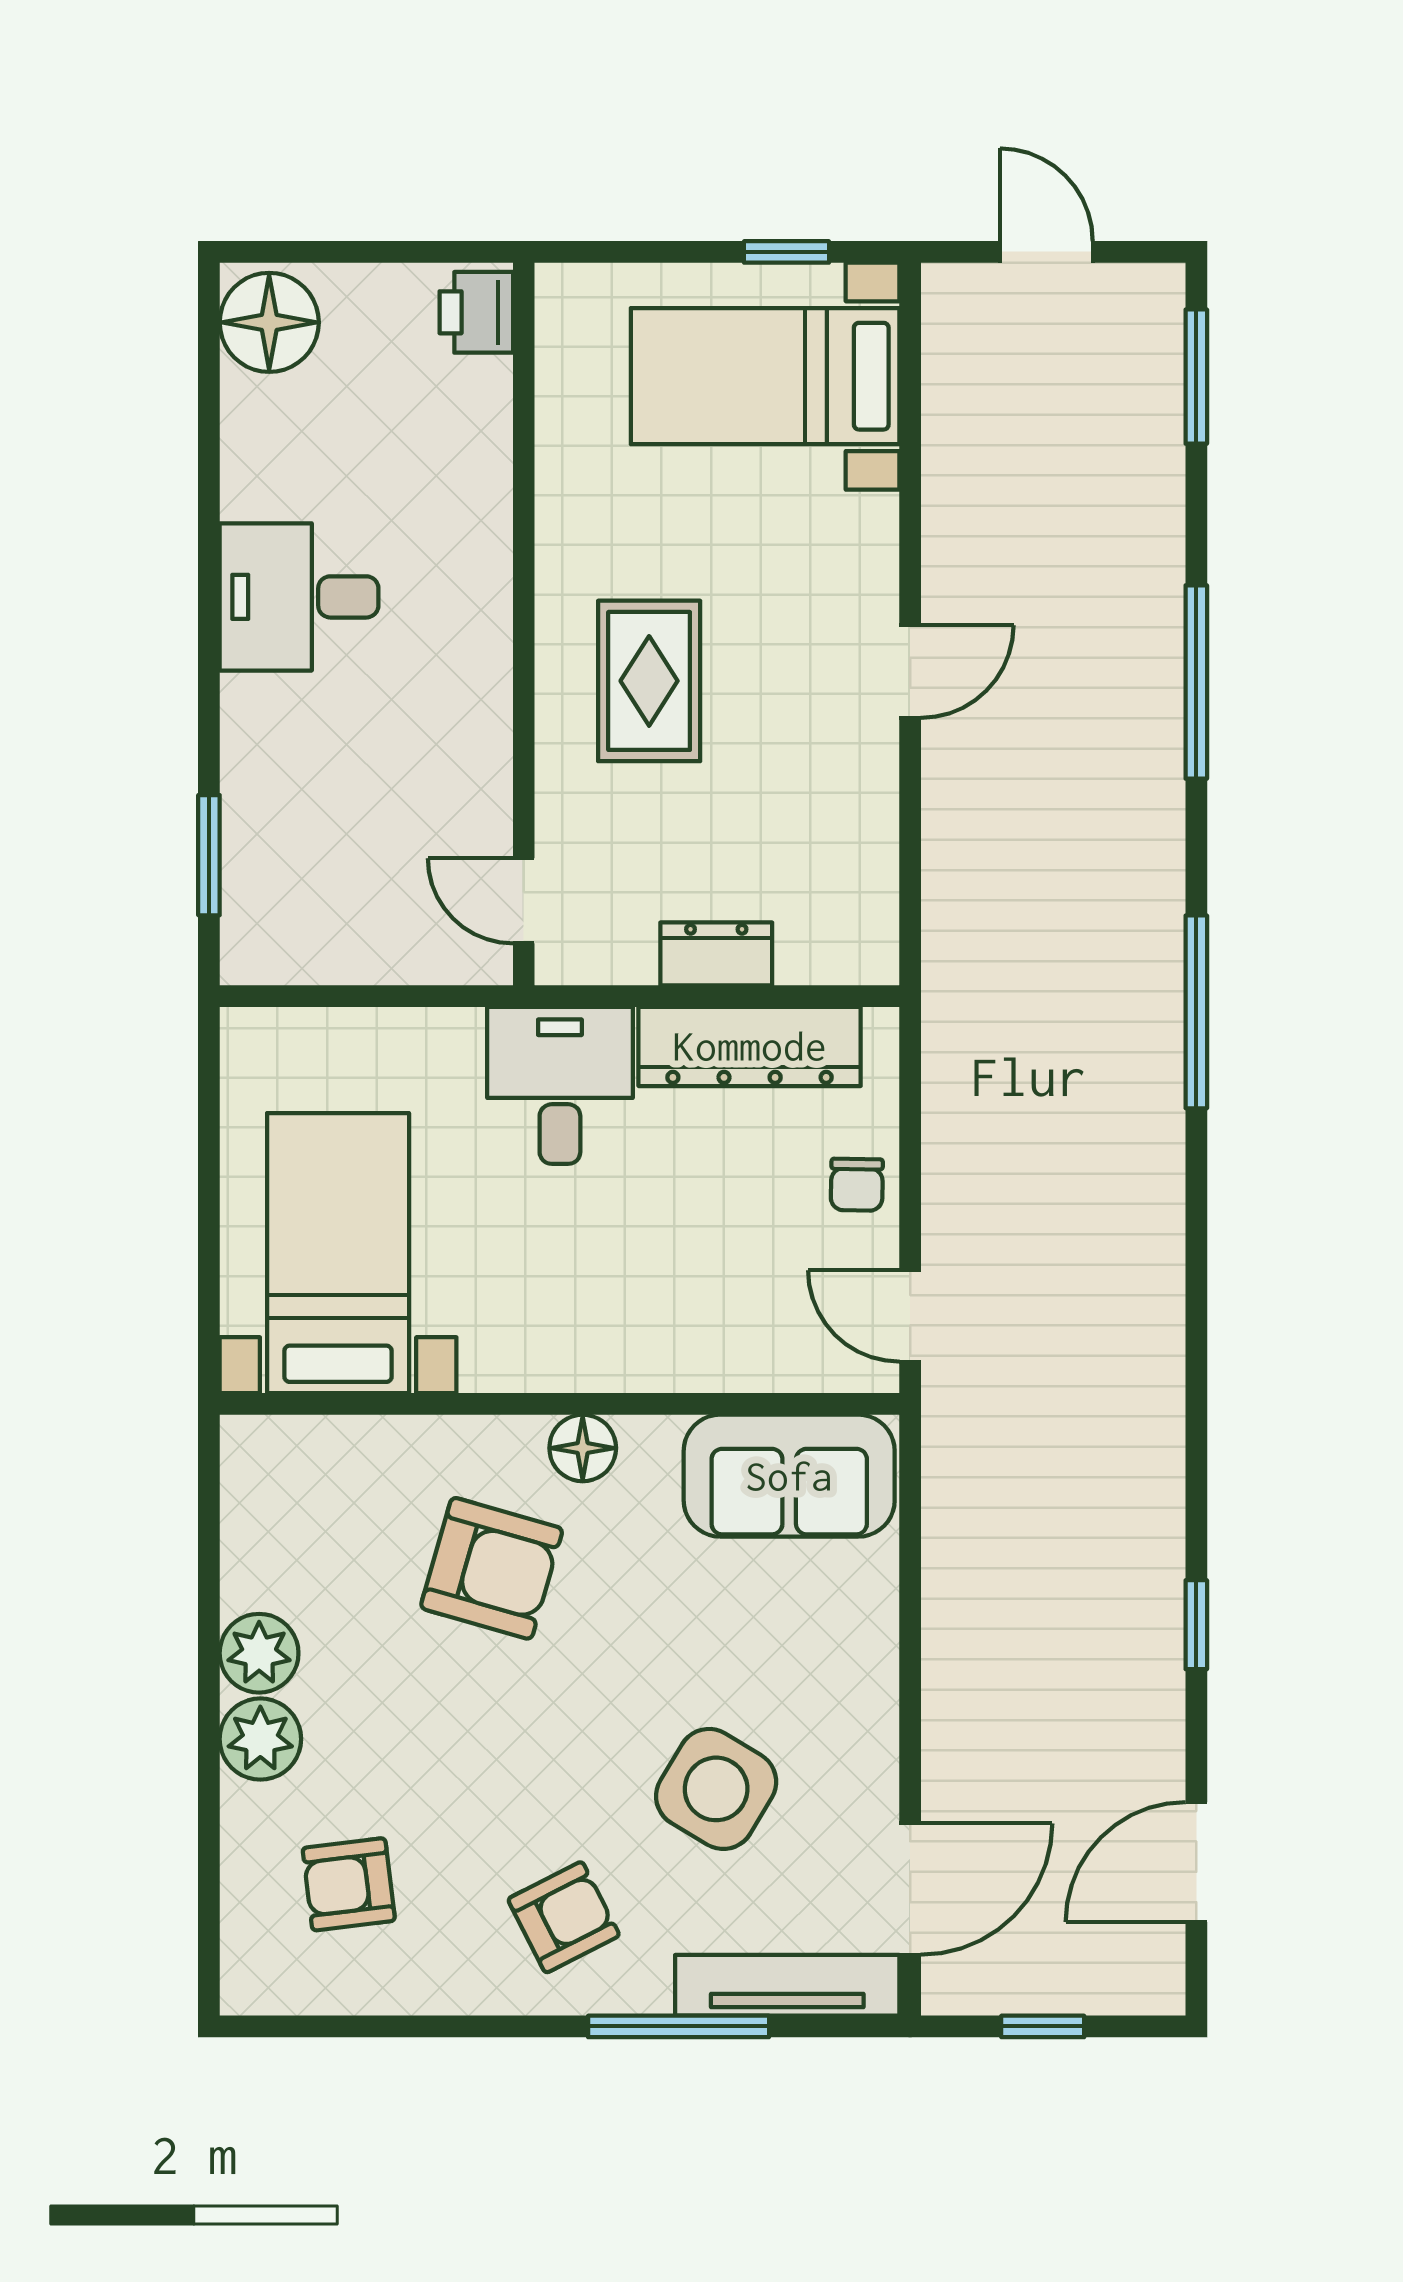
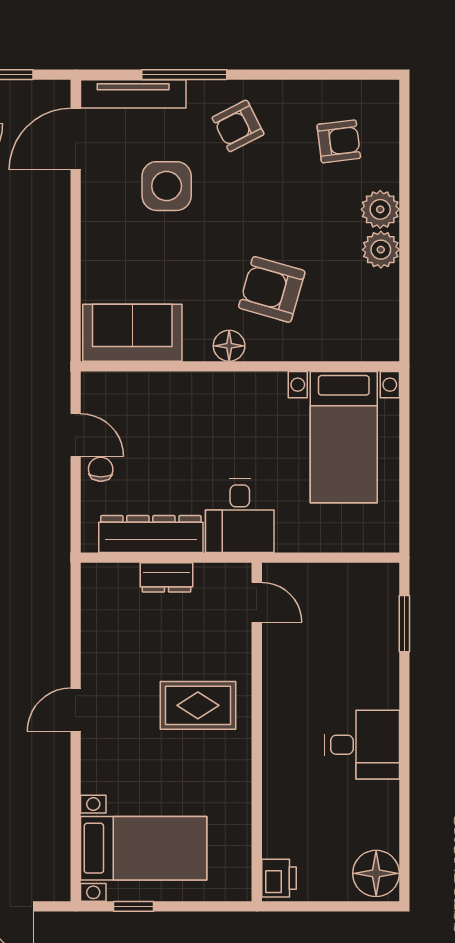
rug: (649, 681) -> (198, 705), turned 90
door: (910, 1316) -> (76, 435), moved
side table: (716, 1789) -> (167, 186), turned -31

